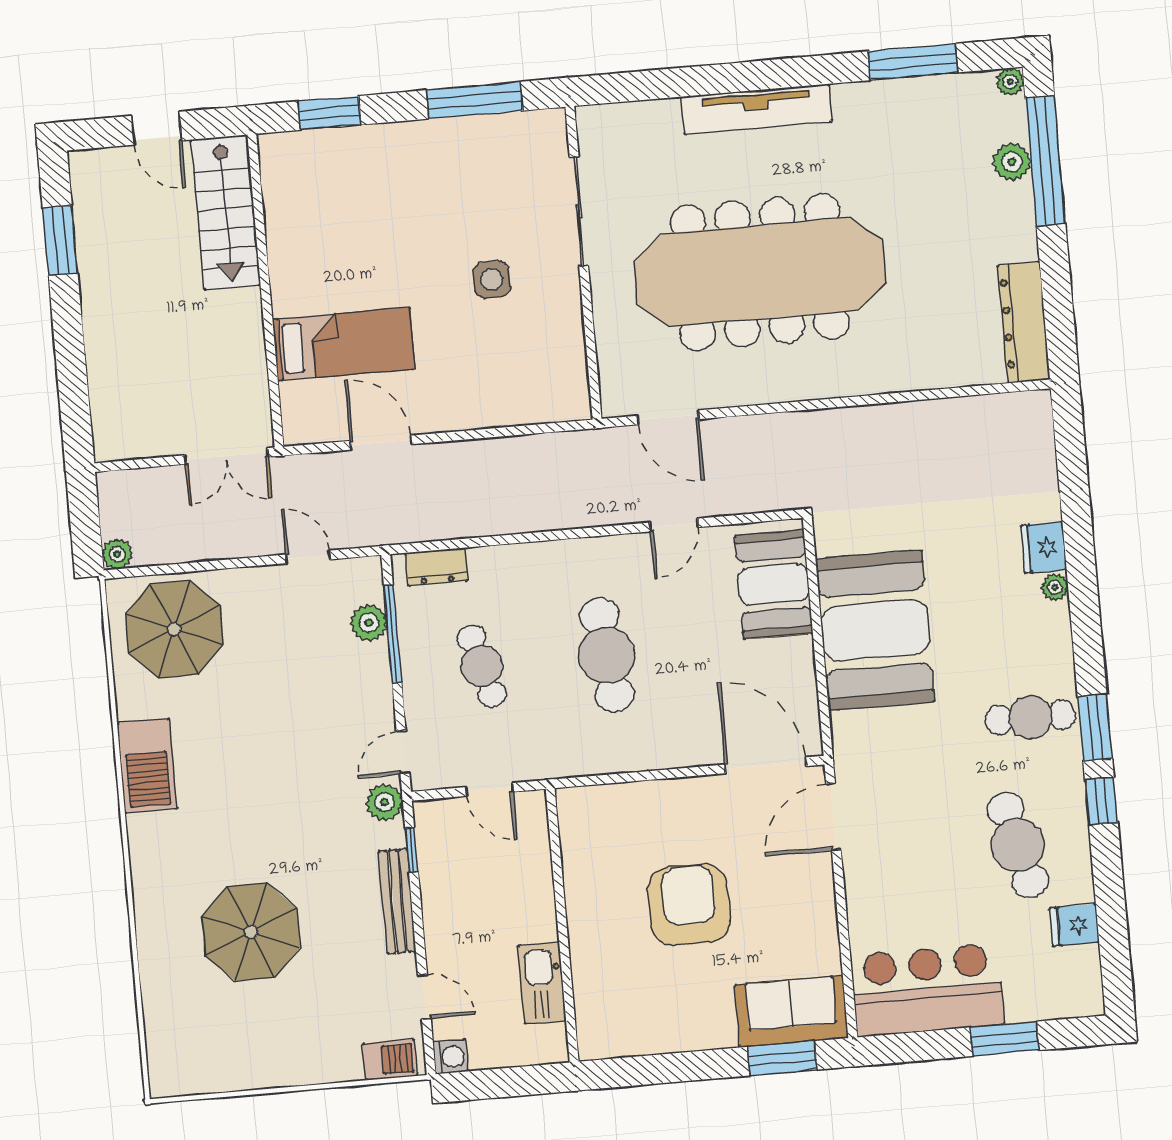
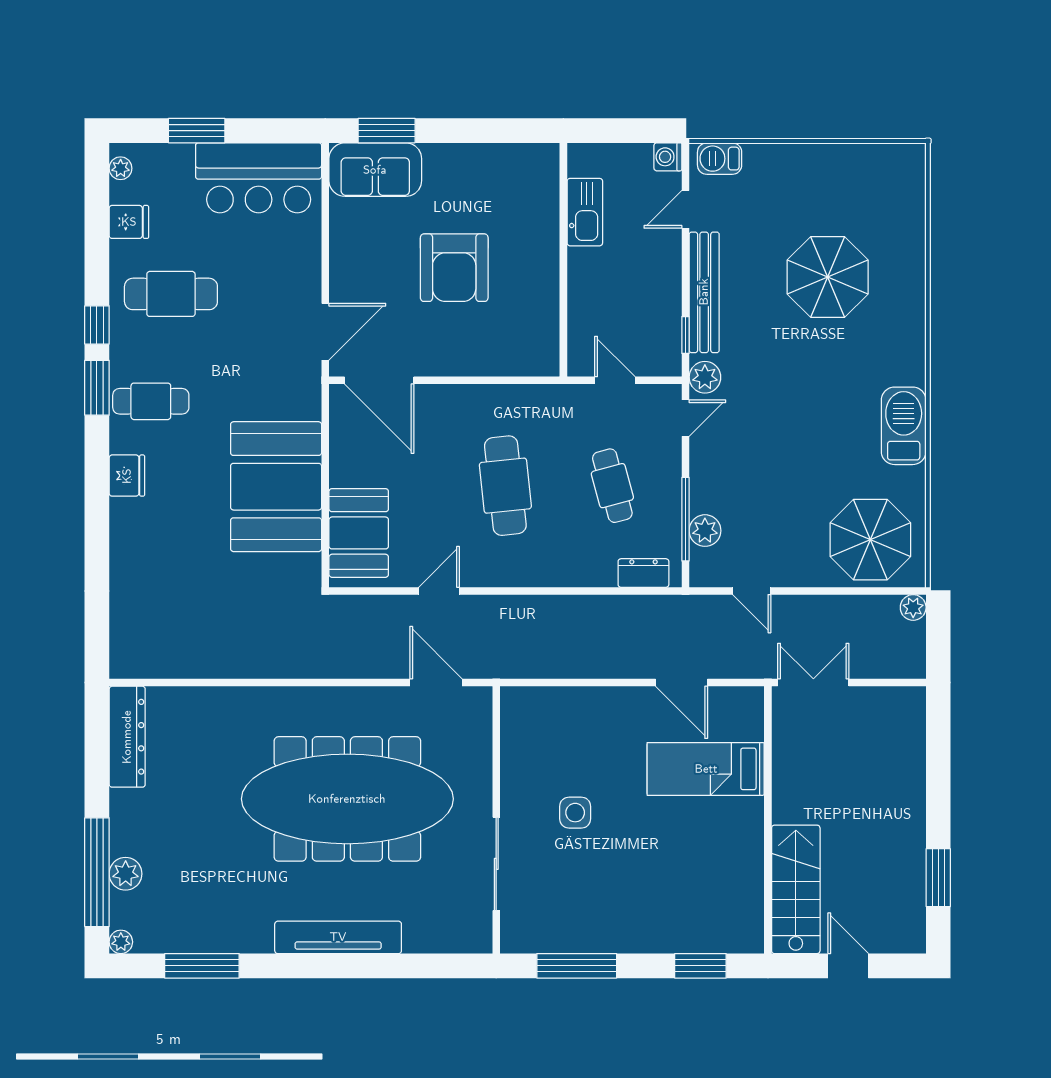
fridge: (1044, 548) -> (127, 476), moved
plant: (1055, 587) -> (121, 168), moved
cafe table: (1018, 845) -> (171, 294), turned -76
bench: (397, 901) -> (704, 292), width x1.37, depth x1.21
door: (424, 997) -> (685, 209), hinge flipped

